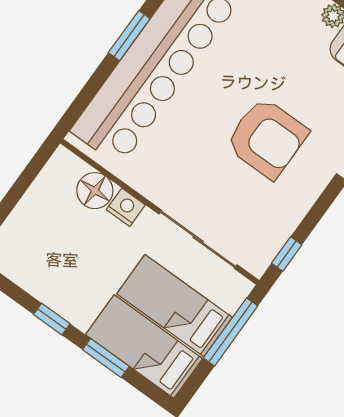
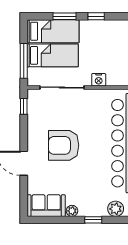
floor lamp: (95, 191) -> (115, 78), removed

